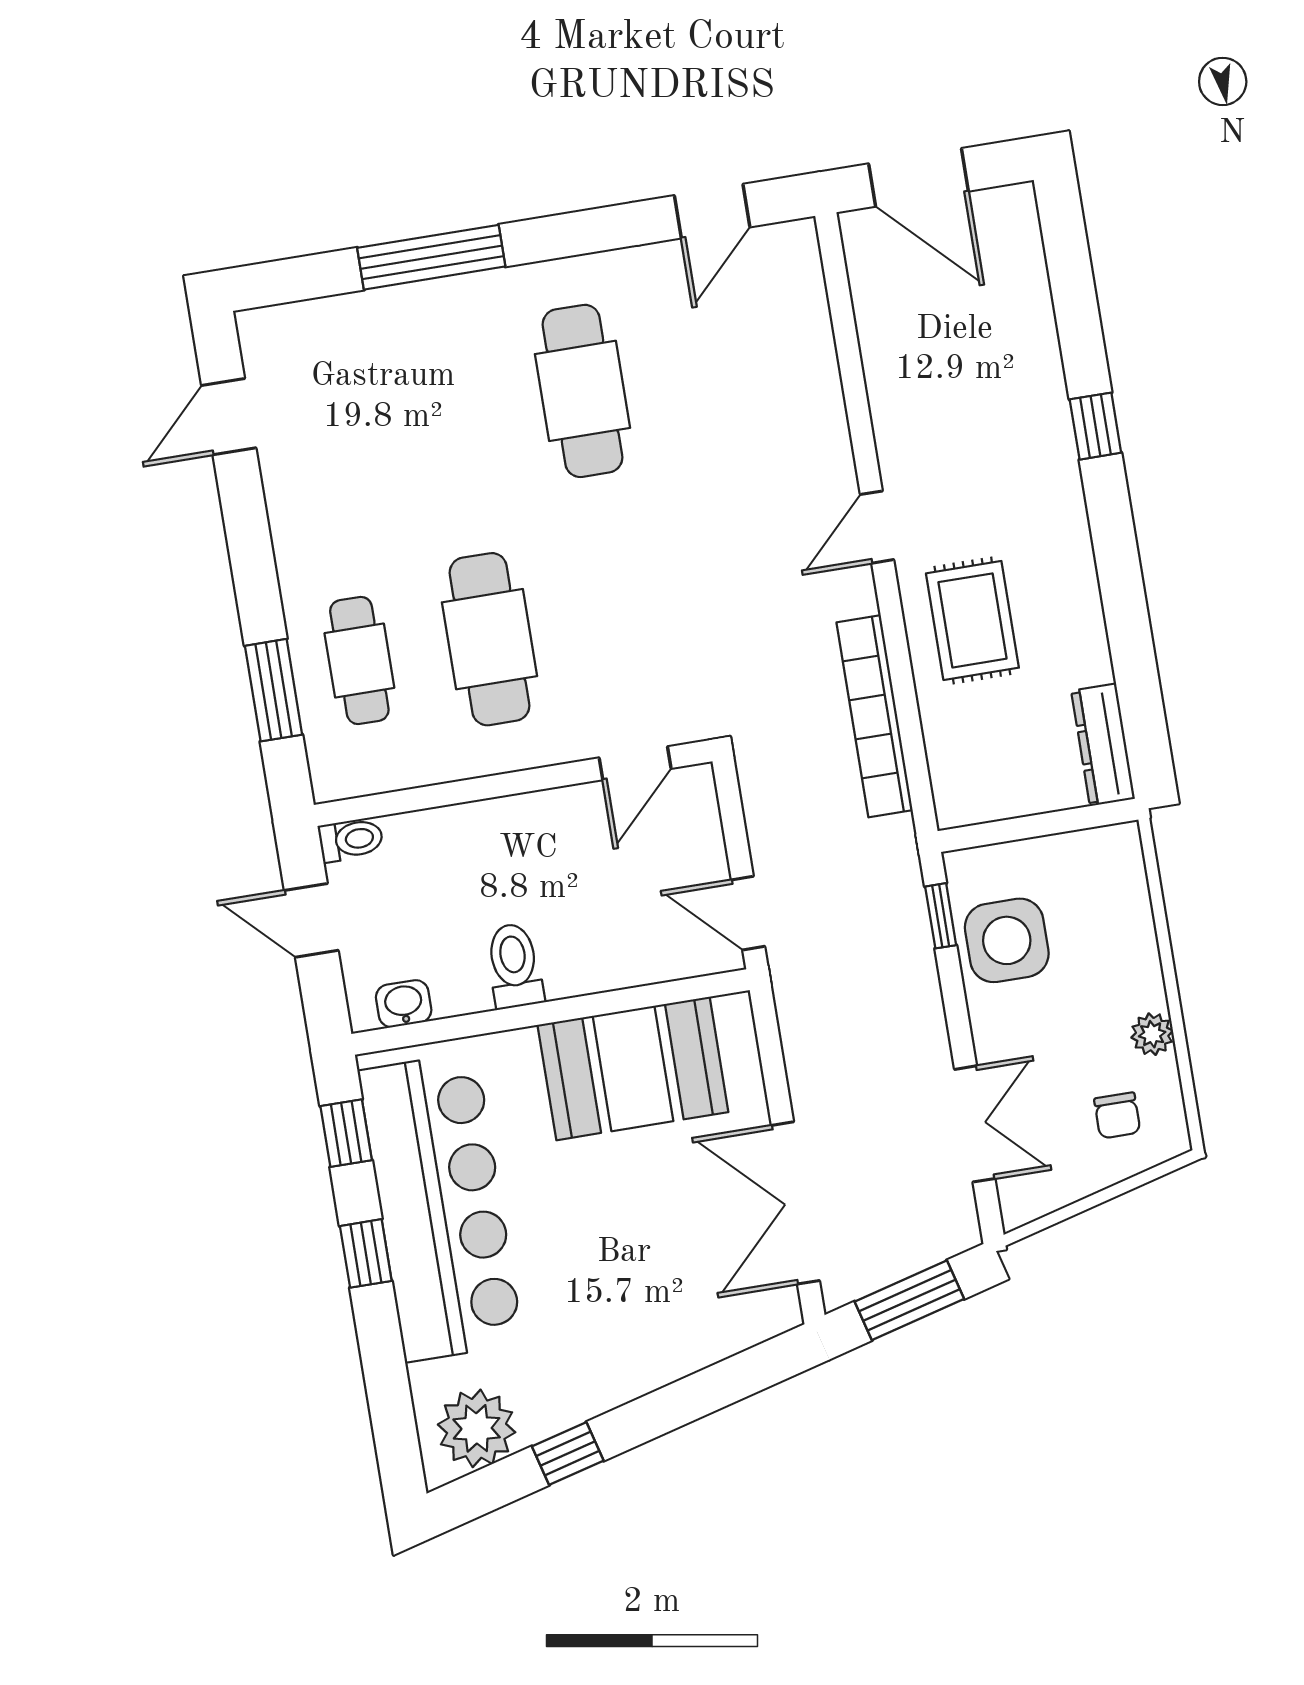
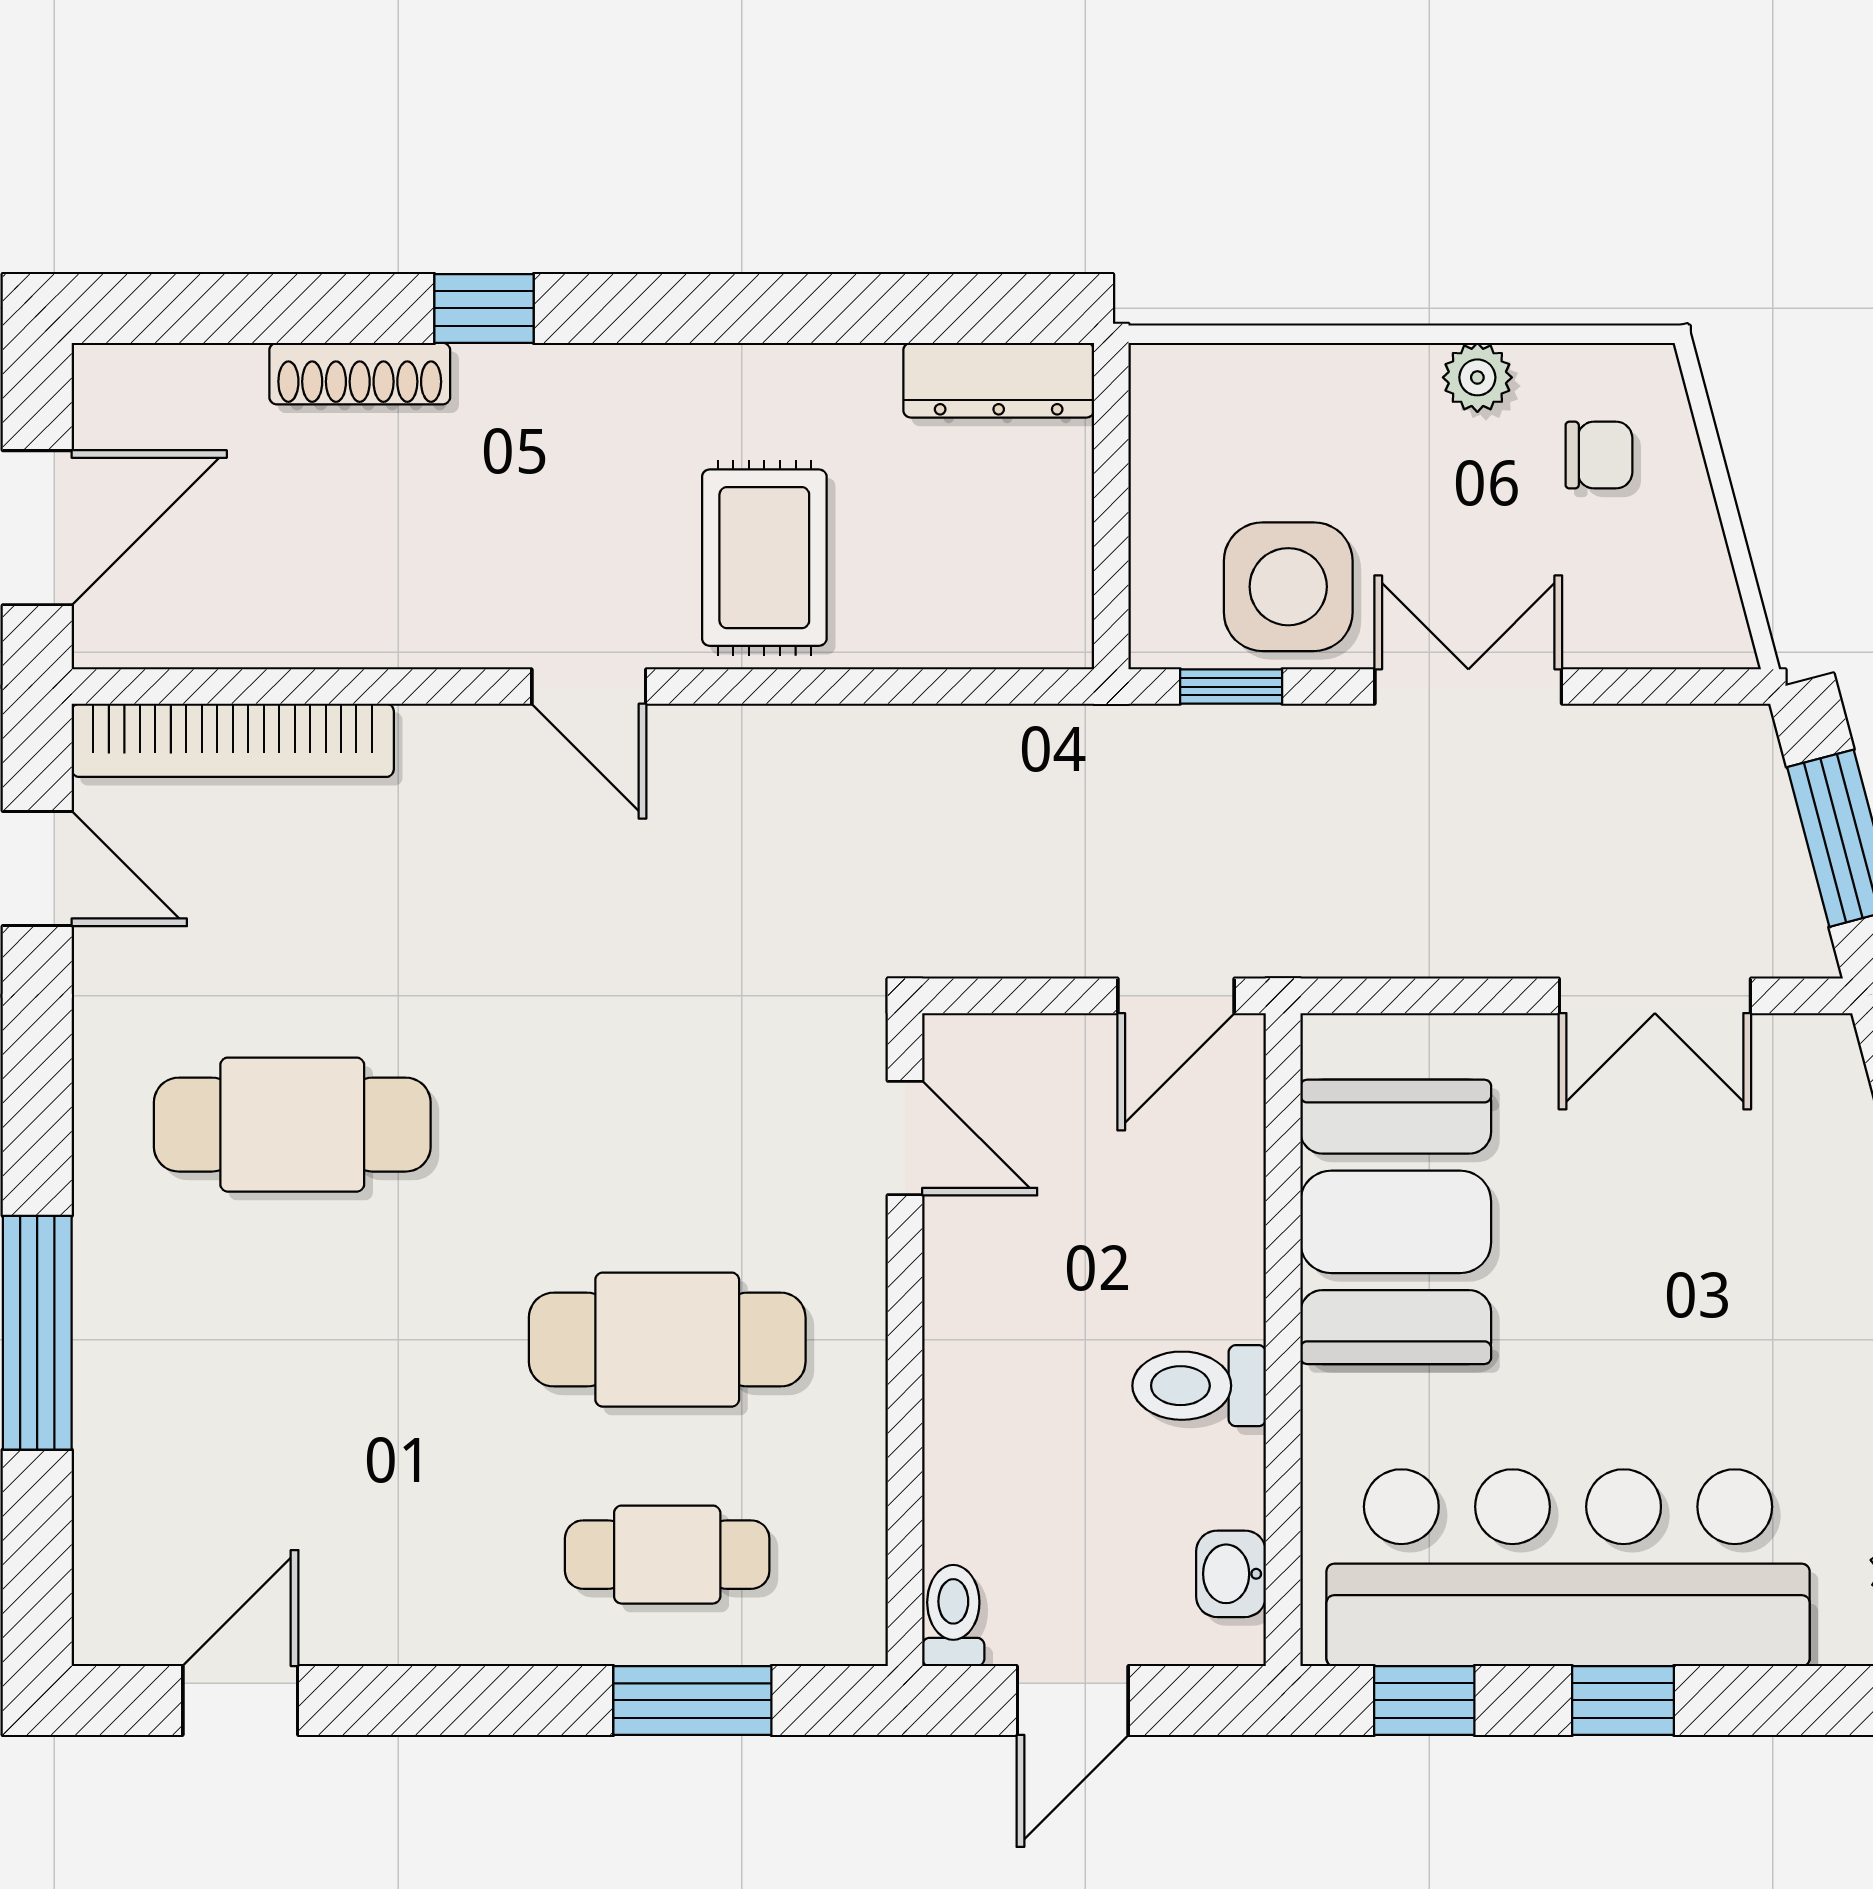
shoe rack: (1044, 357) -> (360, 374), added
door: (229, 417) -> (240, 1700), swing flipped
rug: (972, 620) -> (764, 558), turned 90
bookcase: (875, 716) -> (233, 740), moved
double door: (975, 1124) -> (1468, 687), moved
double door: (795, 1203) -> (1655, 996), width x0.73

